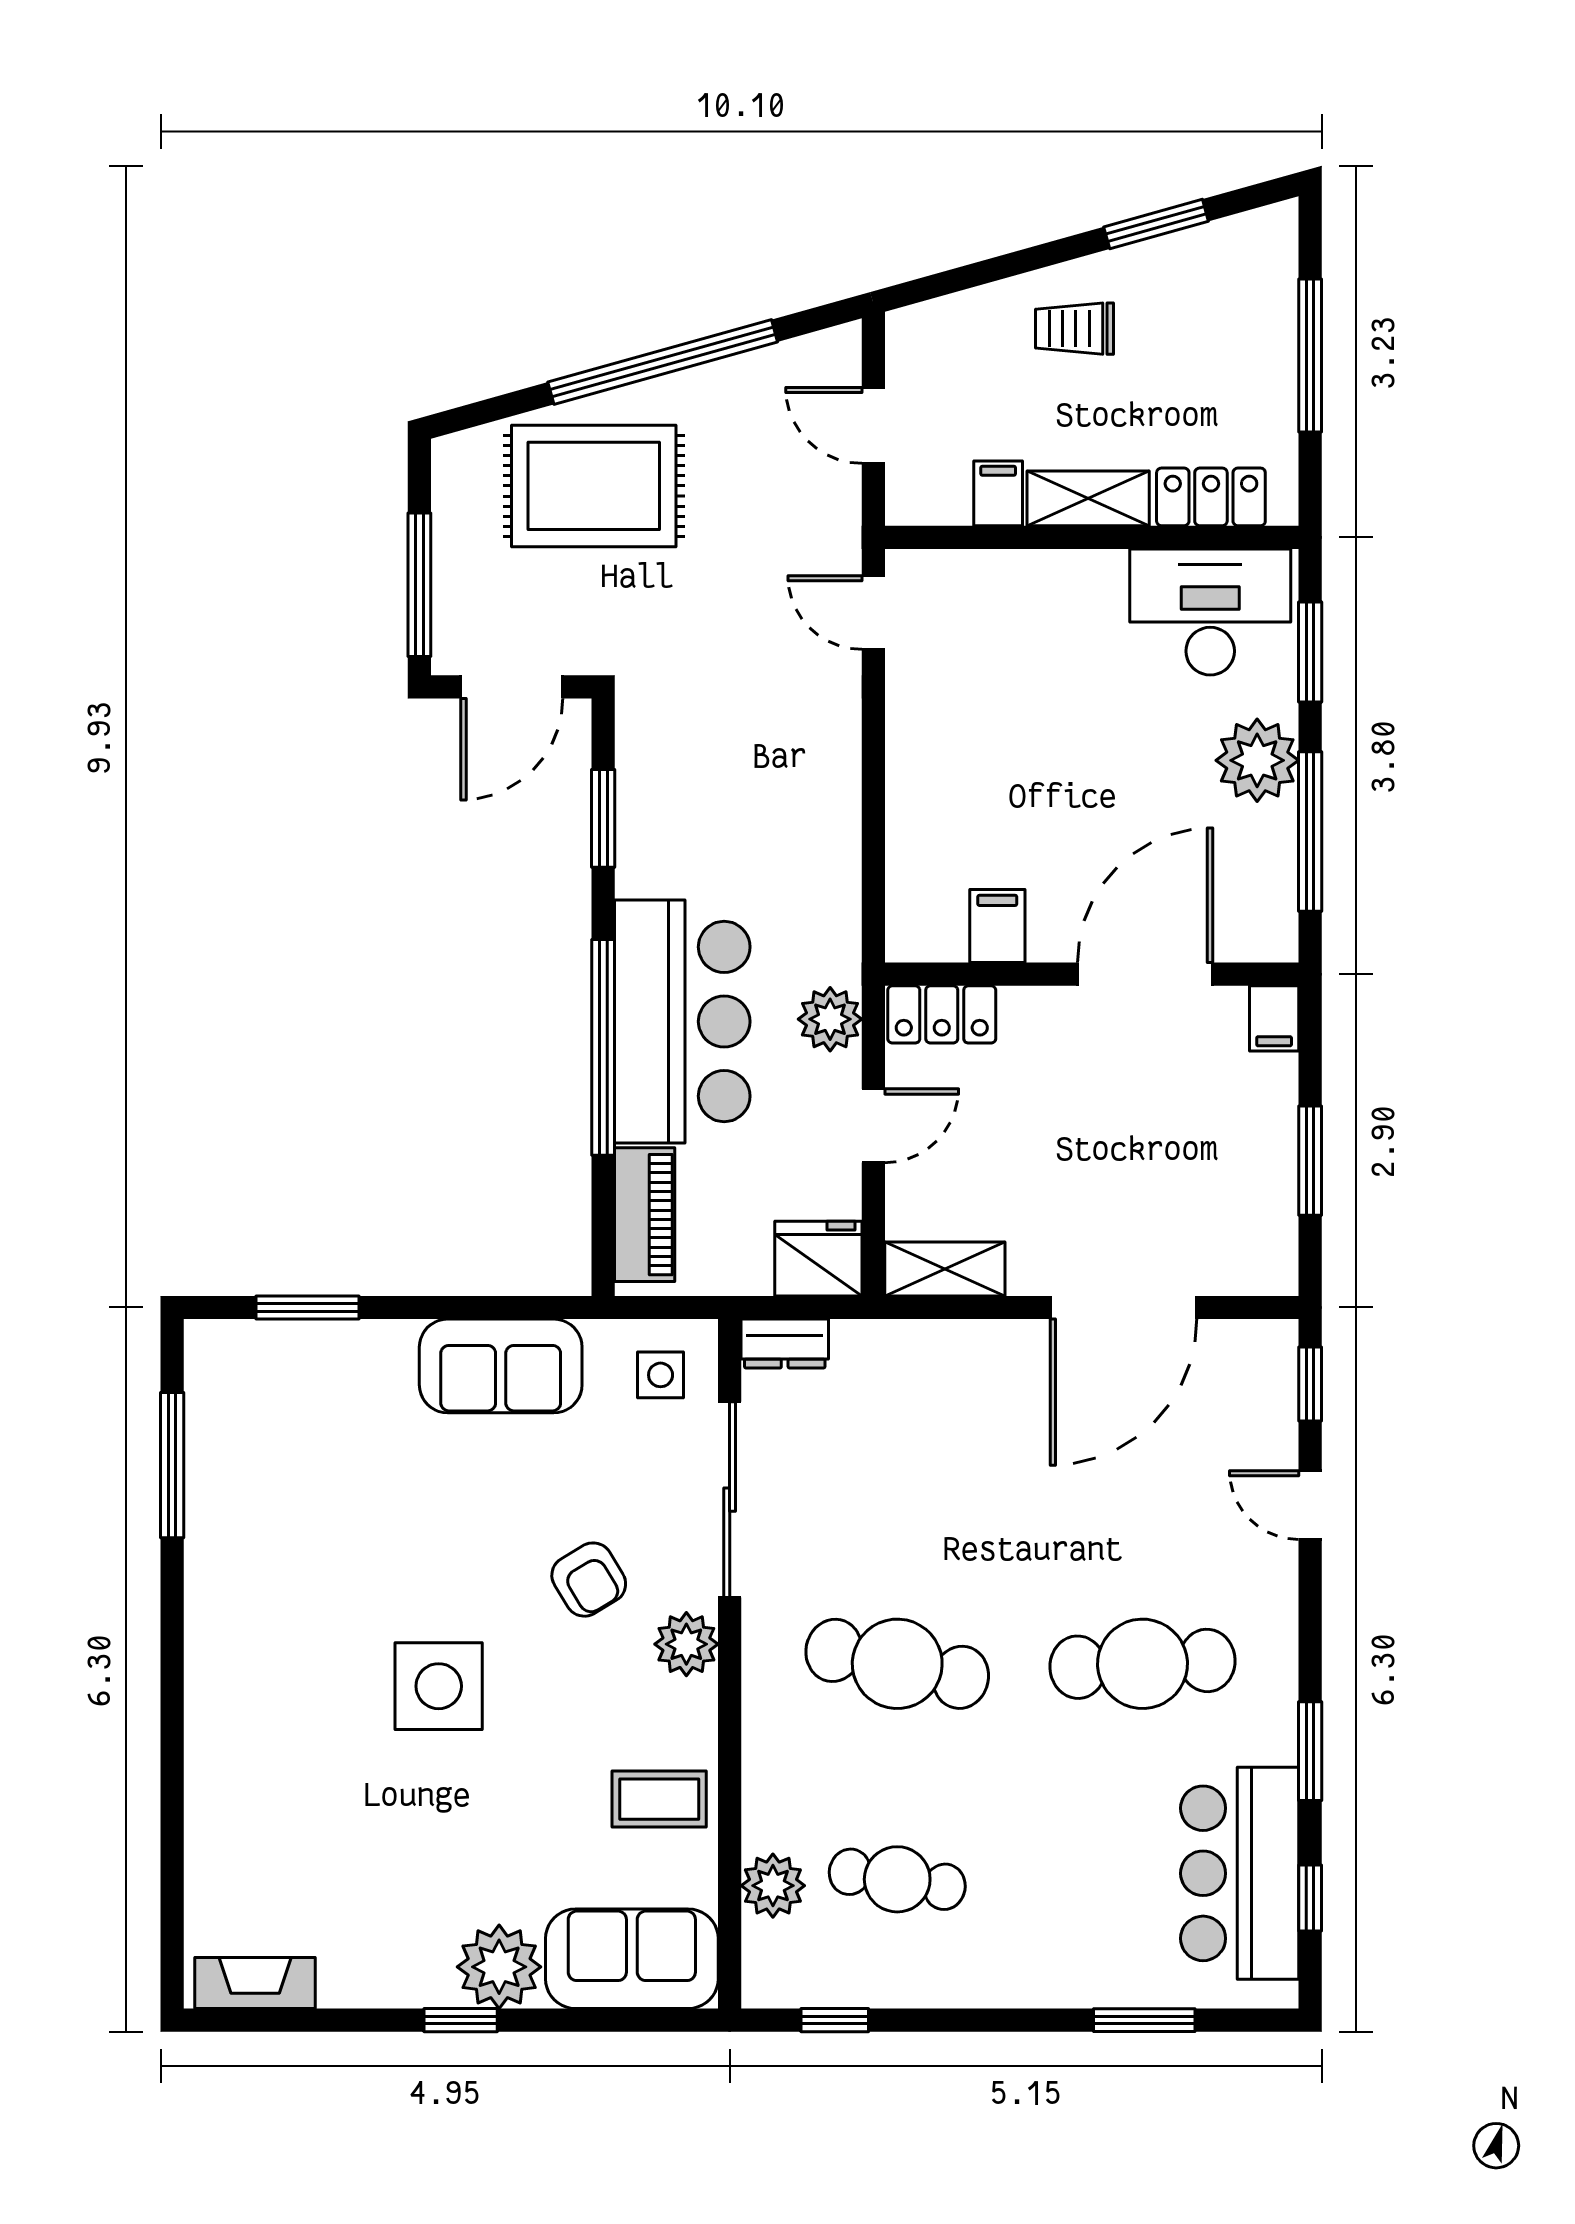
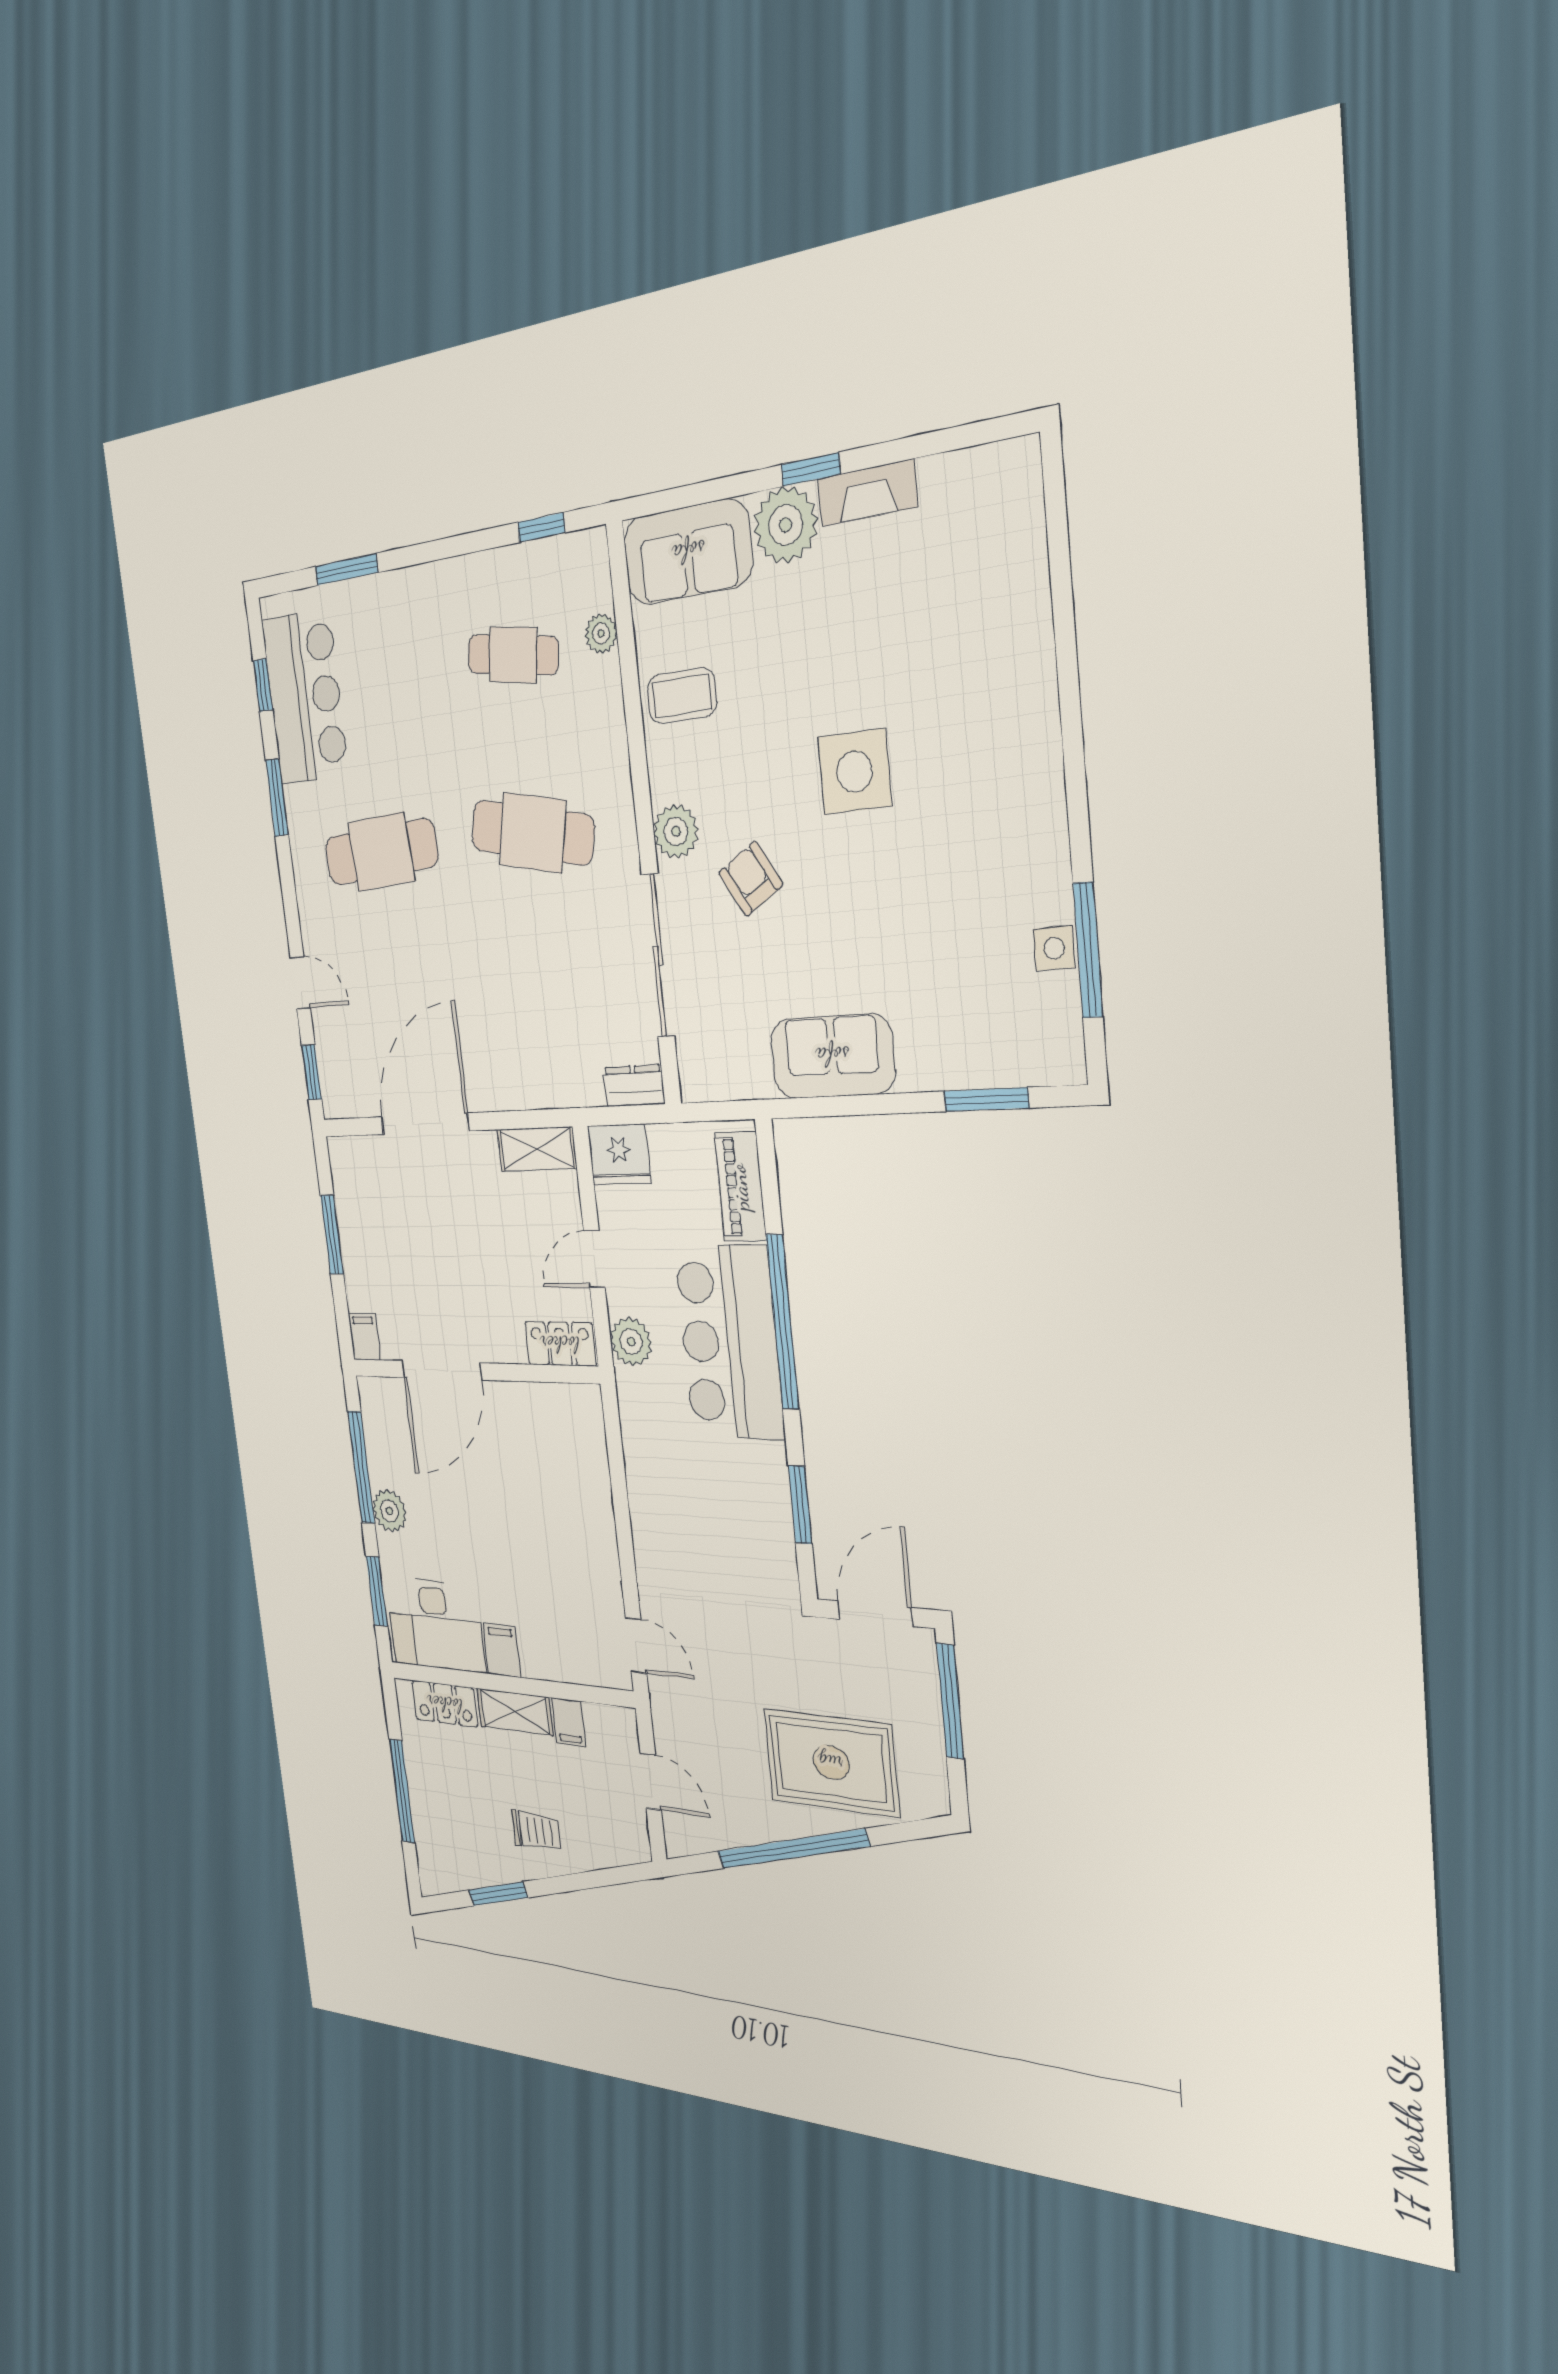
plant: (1257, 760) -> (389, 1511), width x0.73, depth x0.73
filing cabinet: (997, 926) -> (502, 1650), moved, turned 180
side table: (661, 1375) -> (1054, 948), moved
plant: (773, 1886) -> (601, 634), width x0.73, depth x0.73
fireplace: (255, 1983) -> (867, 493), moved

